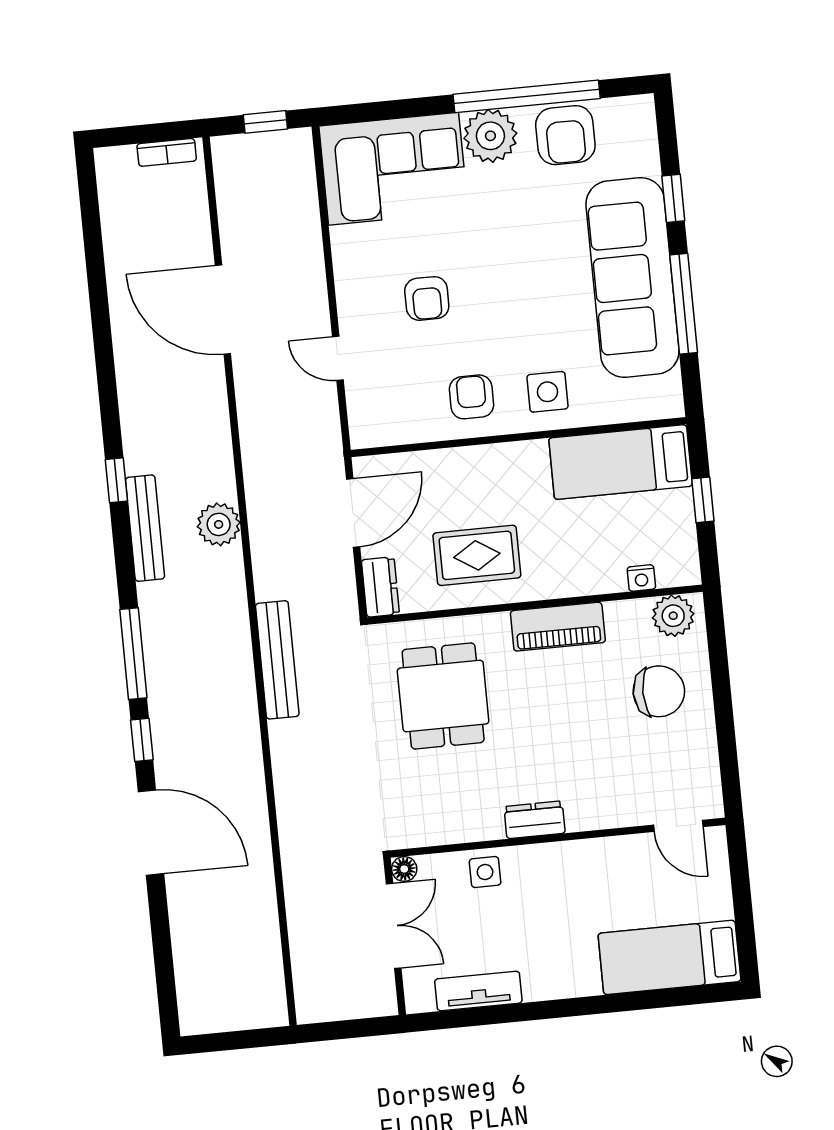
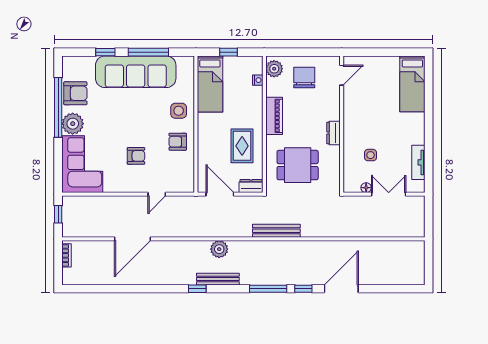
dresser: (535, 820) -> (333, 133), moved
door: (678, 826) -> (342, 75), moved
wall: (558, 838) -> (342, 124), moved

